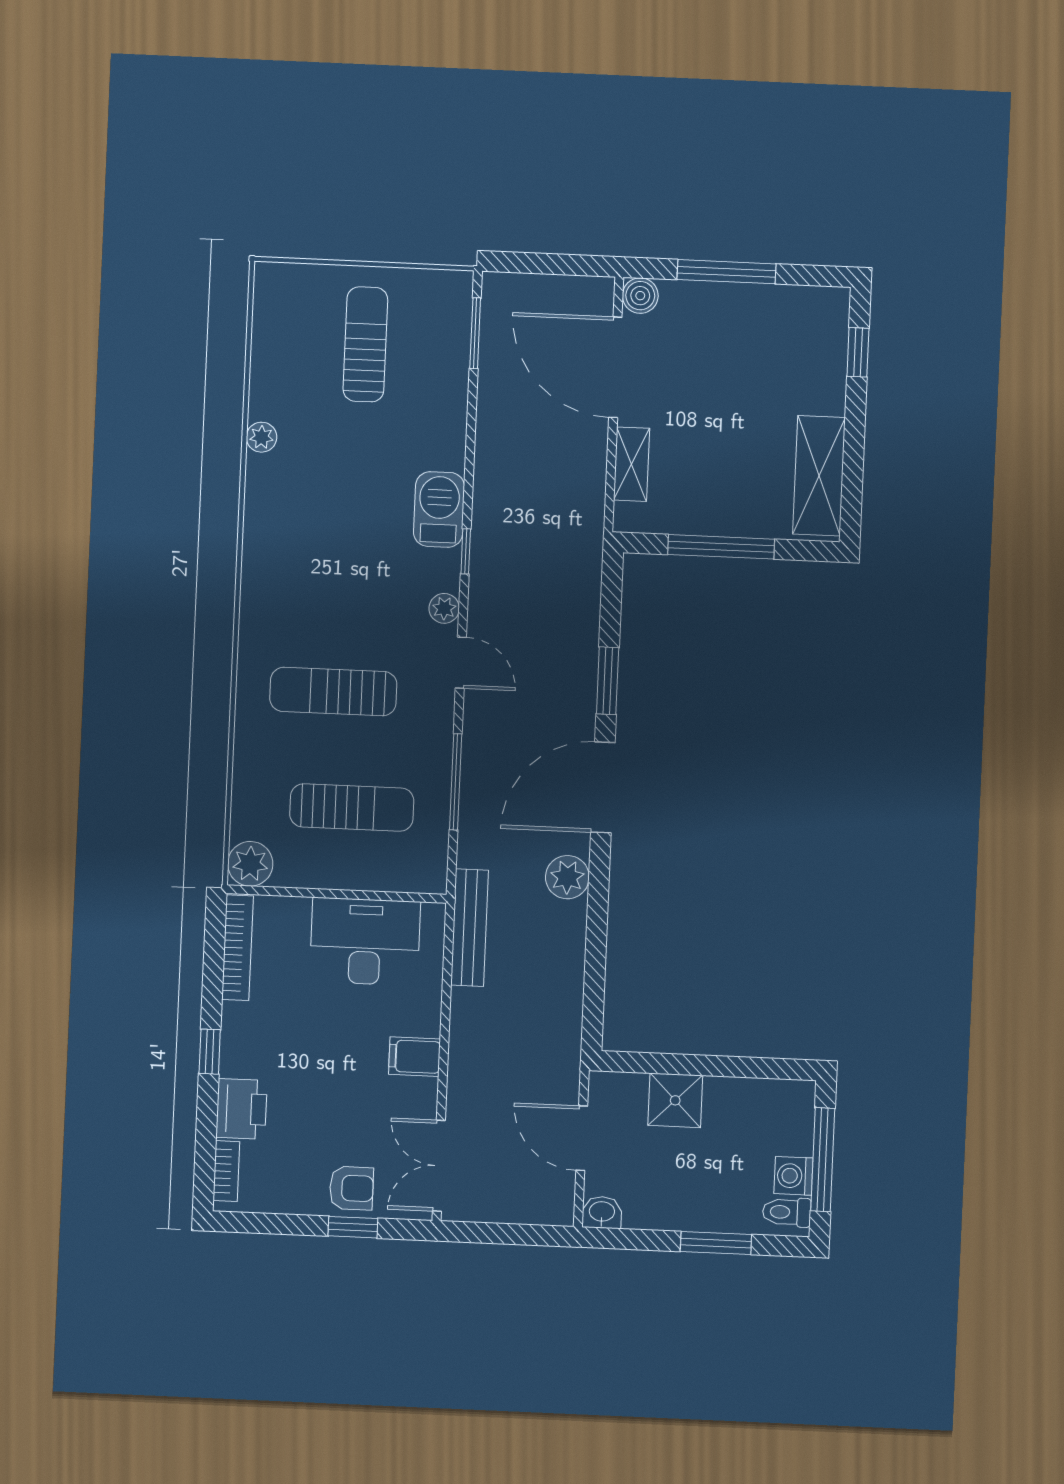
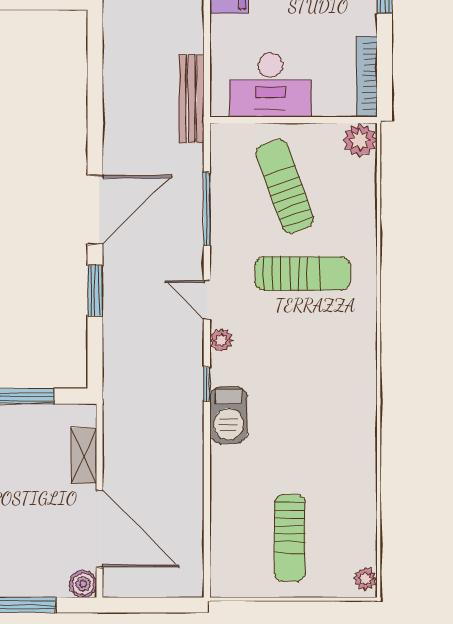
window: (475, 333) -> (207, 550), removed
plant: (262, 437) -> (366, 579), moved
sun lounger: (352, 807) -> (285, 186), turned 70
plant: (567, 877) -> (119, 140), removed

